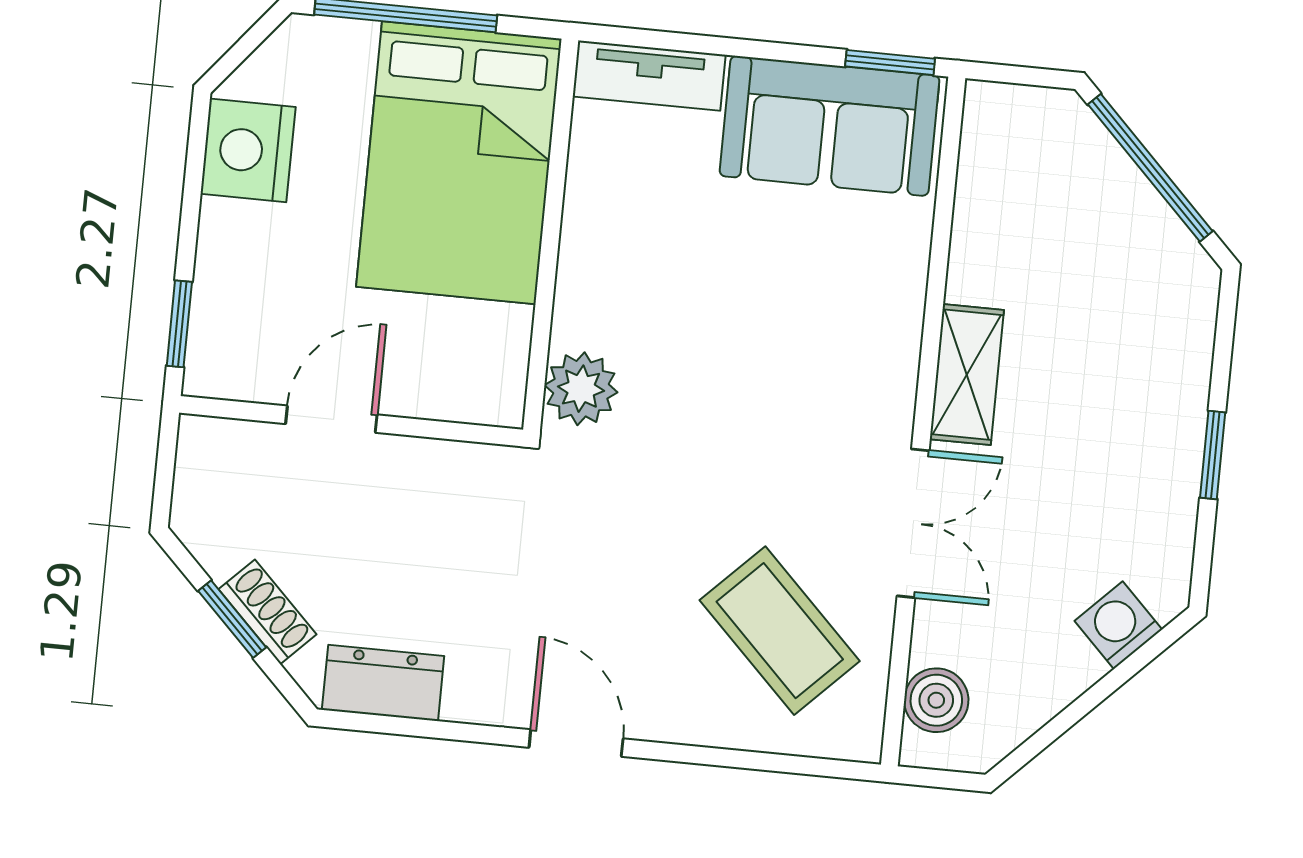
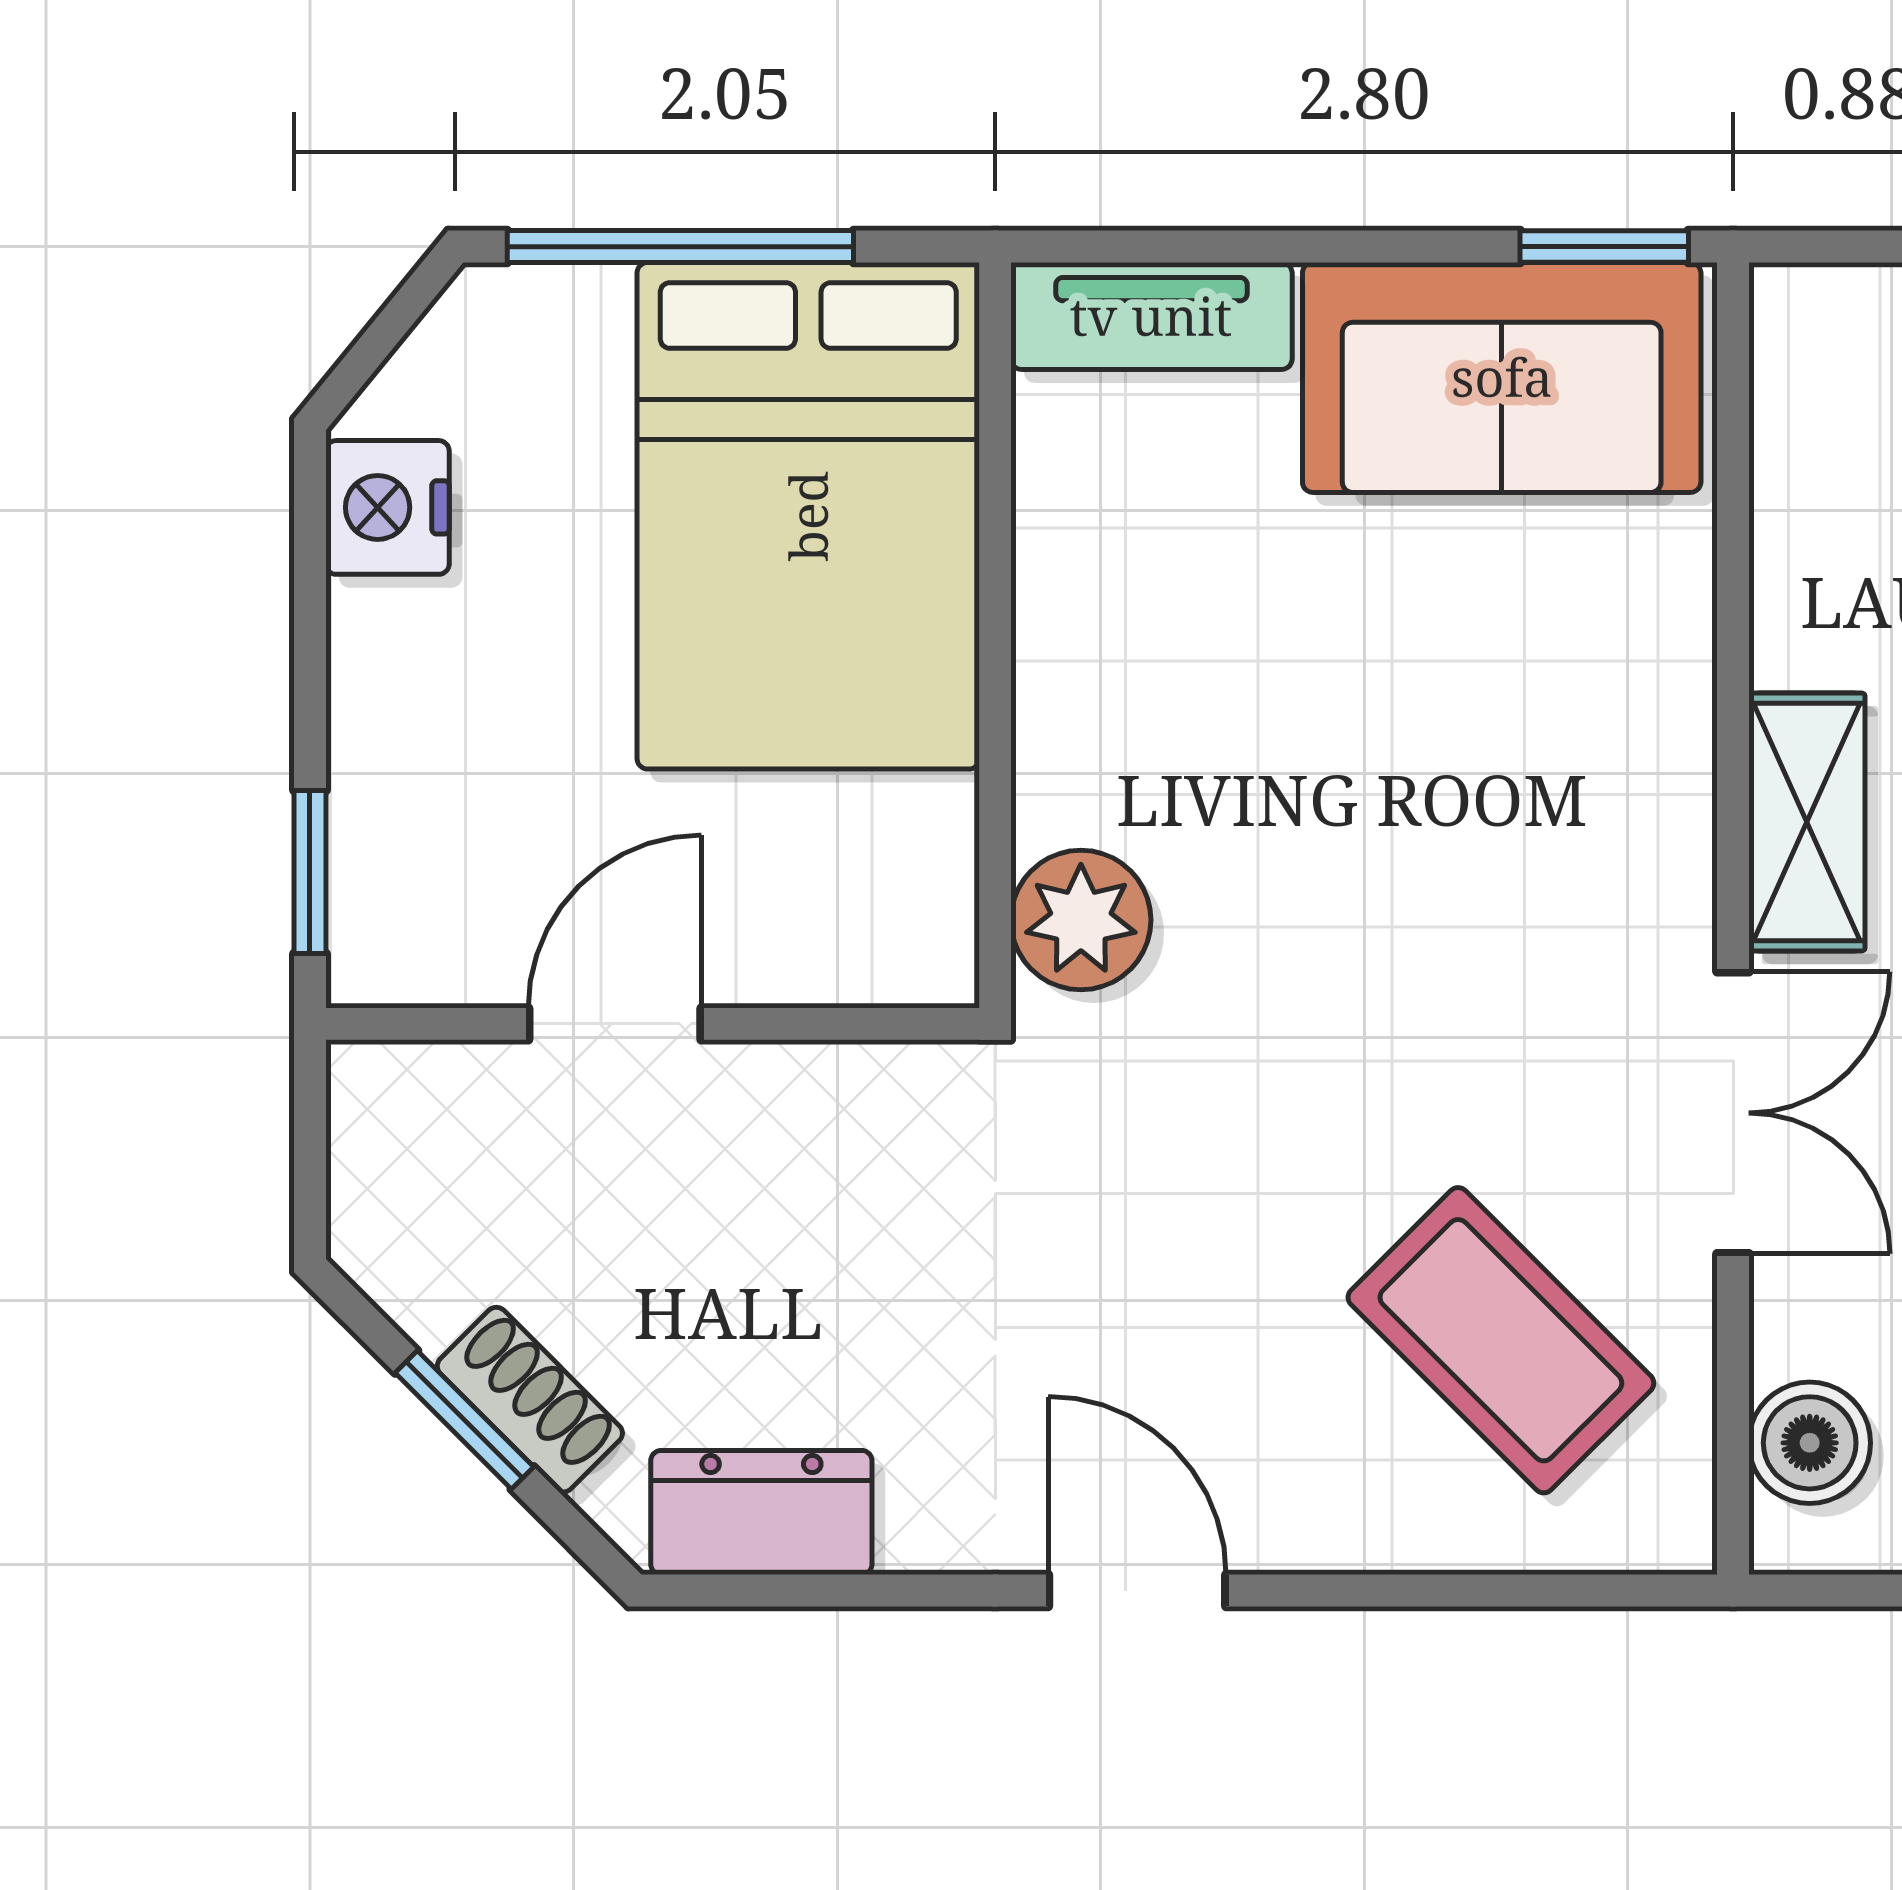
nightstand: (248, 150) -> (387, 507), width x0.74, depth x0.75

